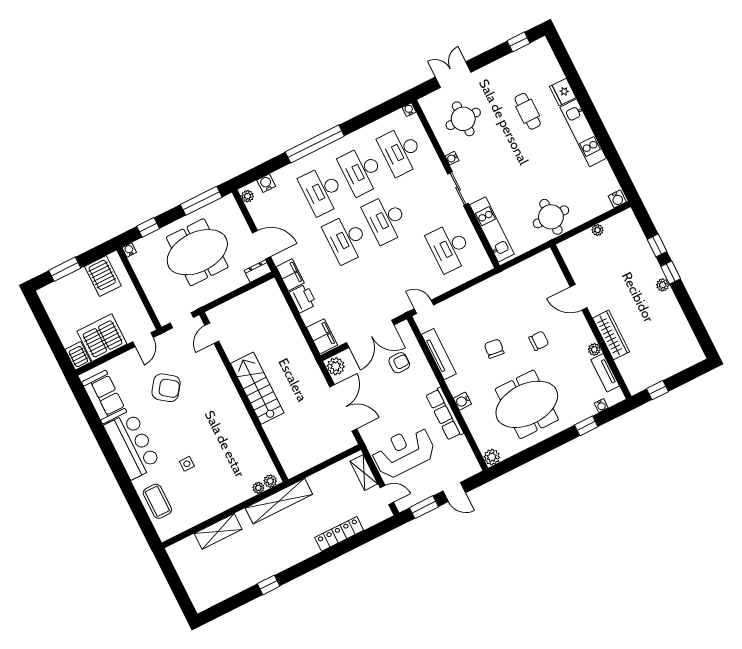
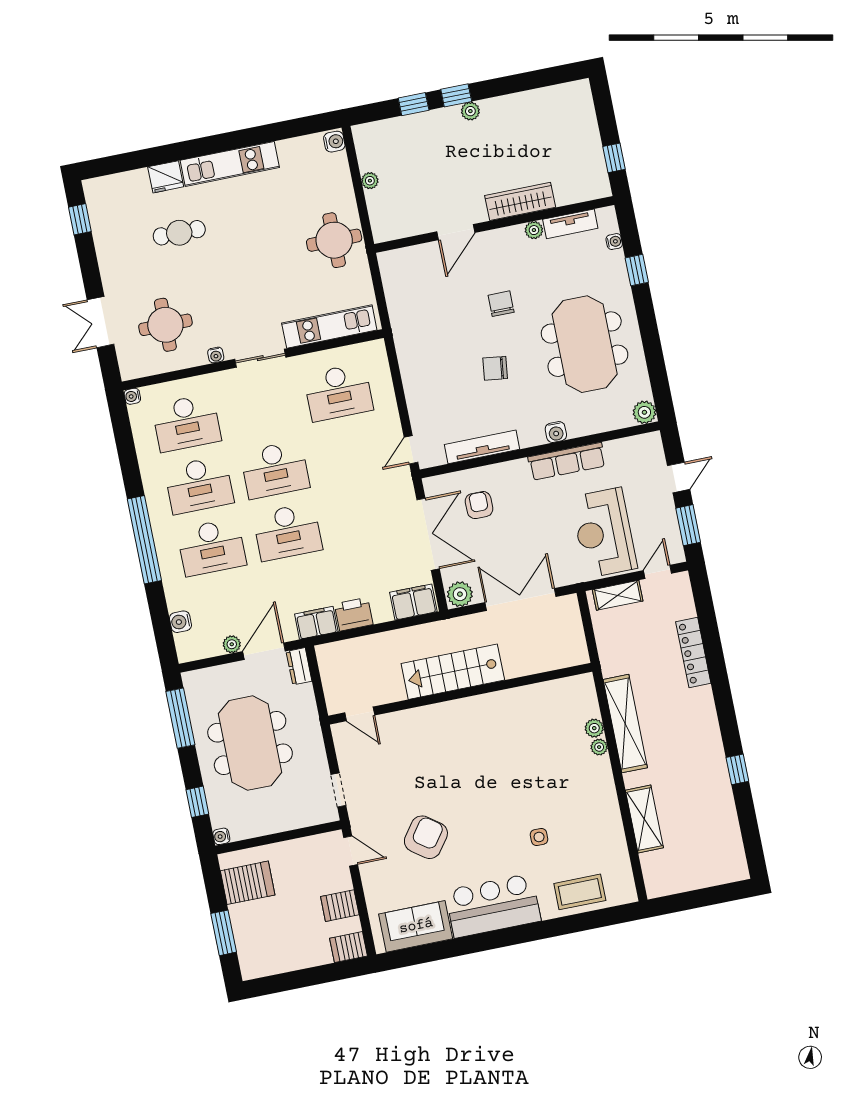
plant: (248, 196) -> (232, 644), moved
door: (212, 333) -> (360, 714), moved
server rack: (102, 338) -> (340, 906), width x0.46, depth x0.70
stairs: (257, 388) -> (453, 672), moved
wall: (244, 397) -> (460, 694), moved

